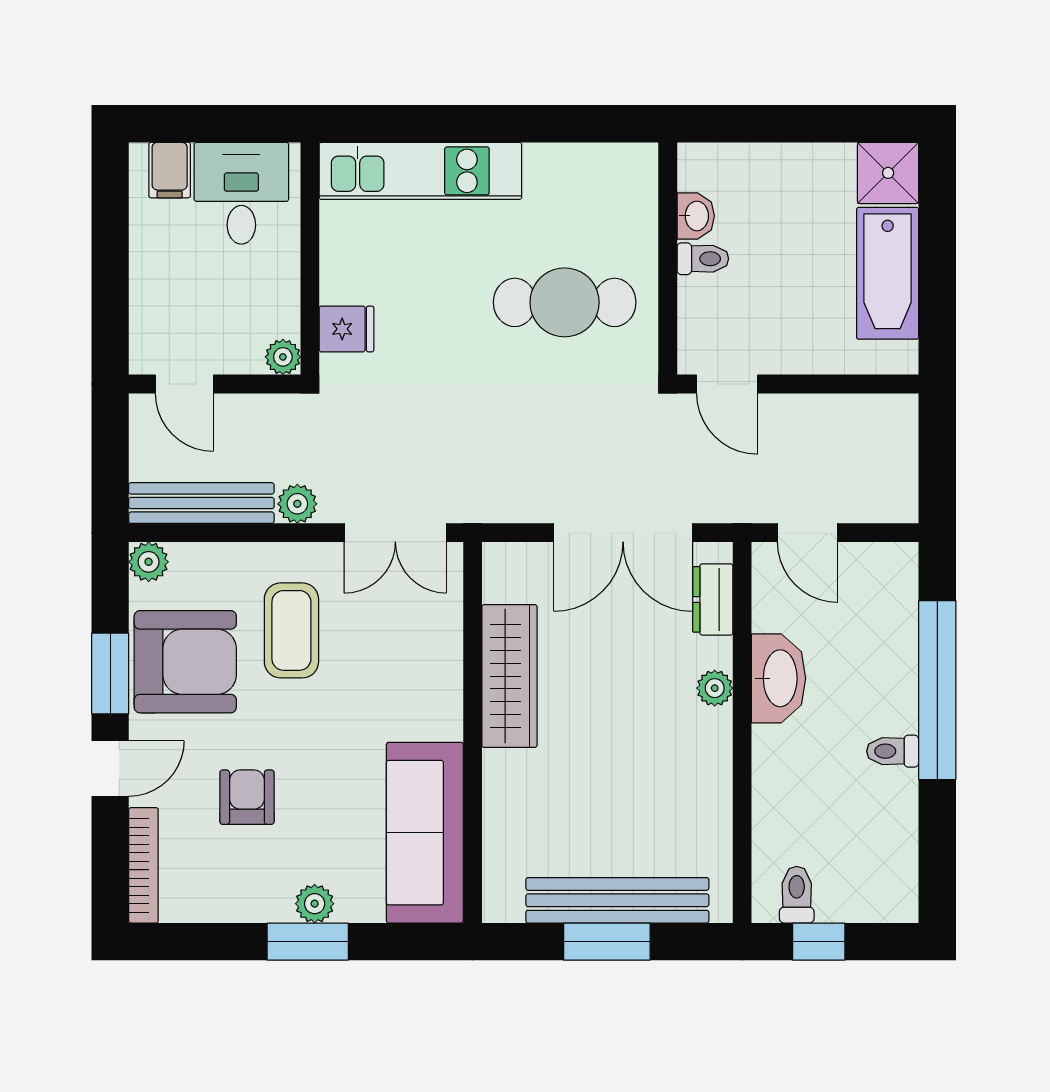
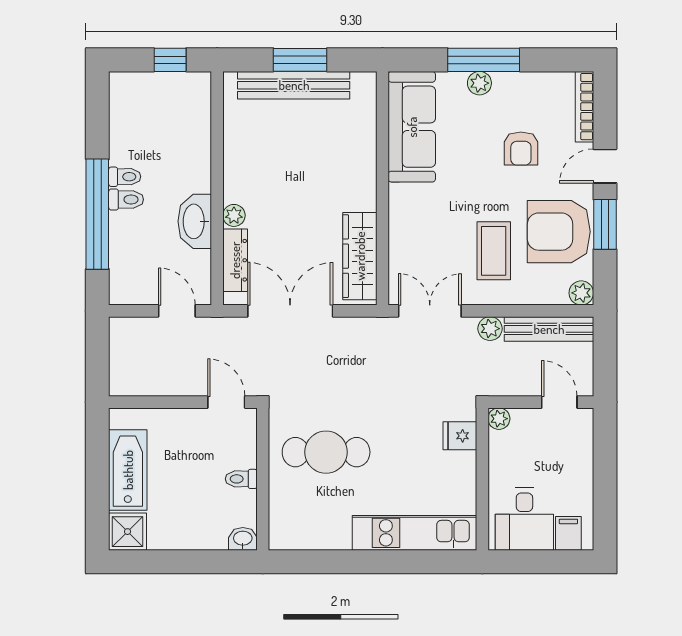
washbasin: (696, 216) -> (243, 539), moved, turned 90
dresser: (713, 599) -> (235, 260), width x1.44
wardrobe: (509, 676) -> (360, 256), moved
toilet: (797, 895) -> (126, 199), moved, turned -90
window: (308, 942) -> (484, 60), width x1.44

